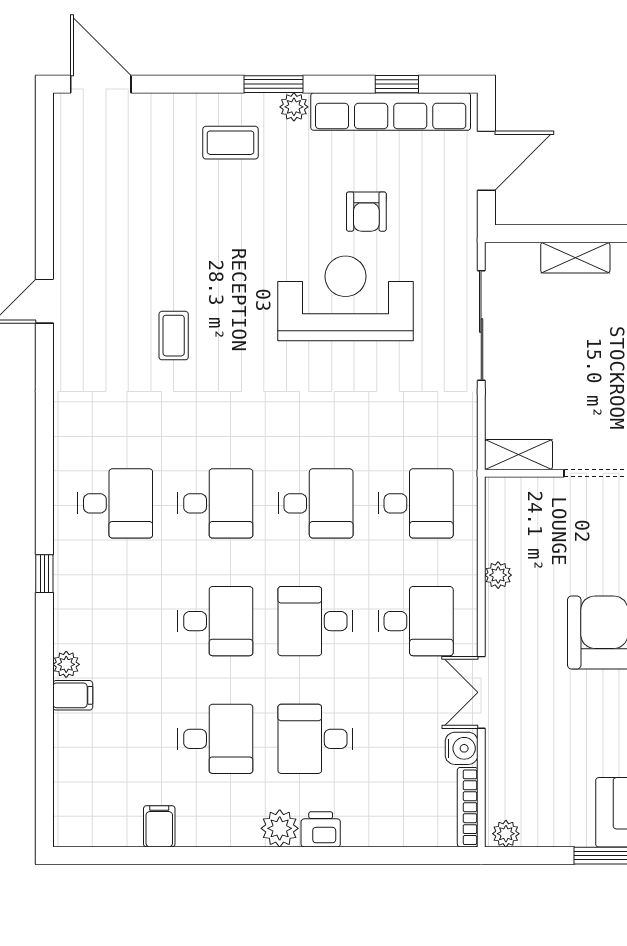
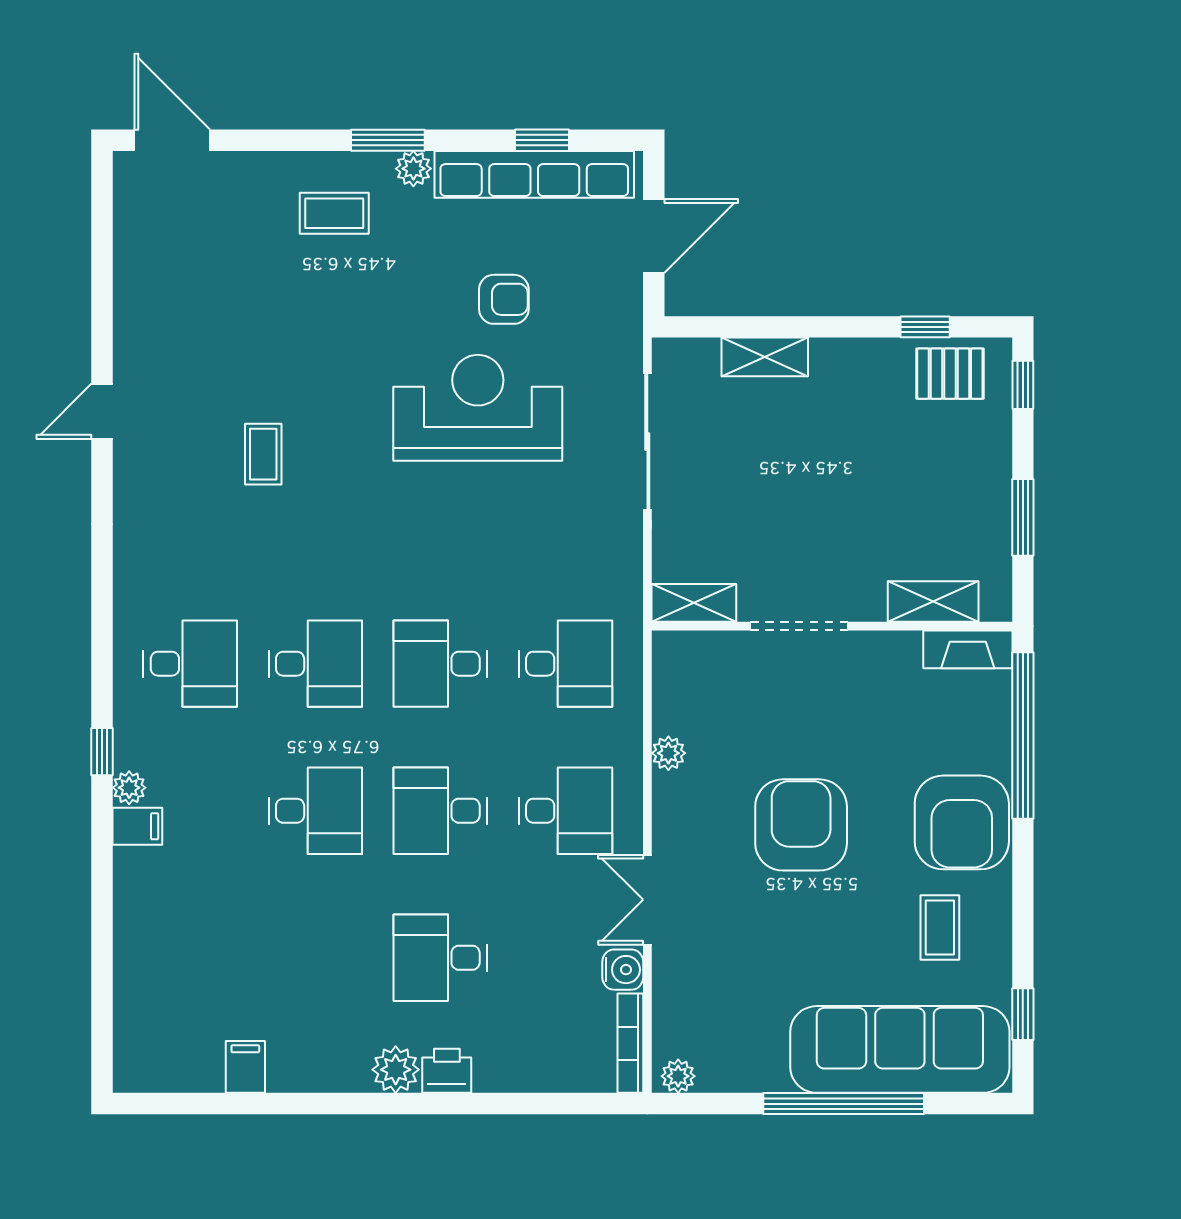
armchair: (366, 212) -> (504, 299), turned -90
desk: (315, 503) -> (440, 664), turned 180
plant: (66, 664) -> (129, 788), moved
filing cabinet: (73, 695) -> (137, 826), moved
desk: (215, 739) -> (315, 958), removed

